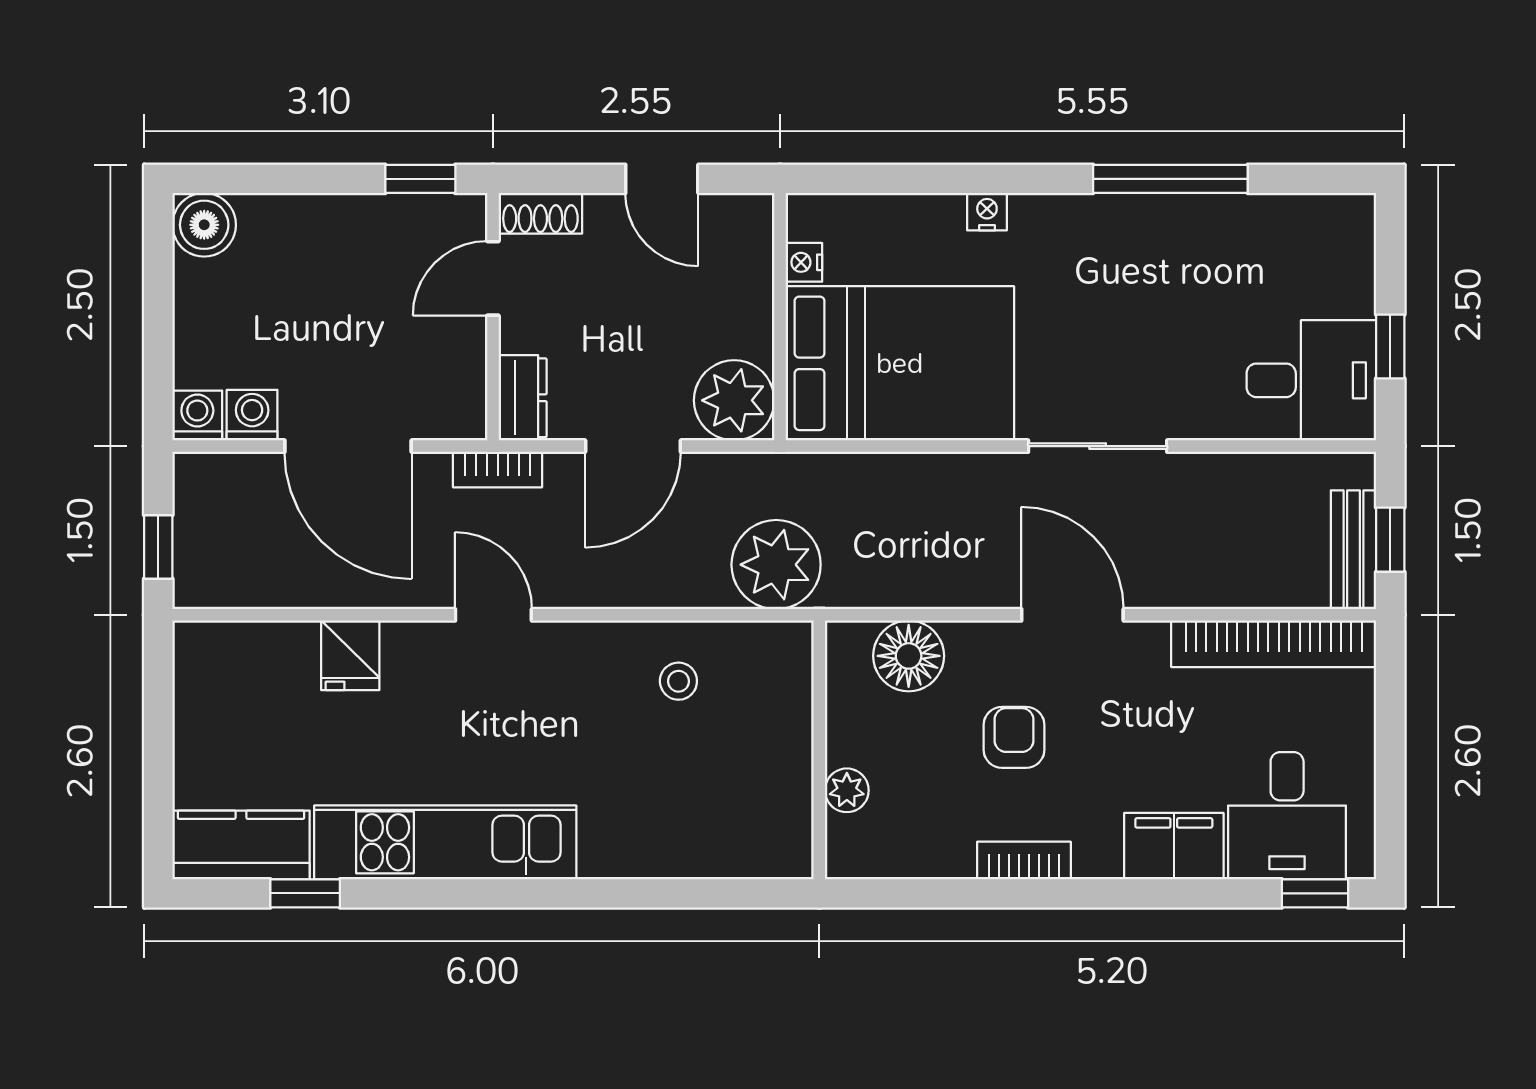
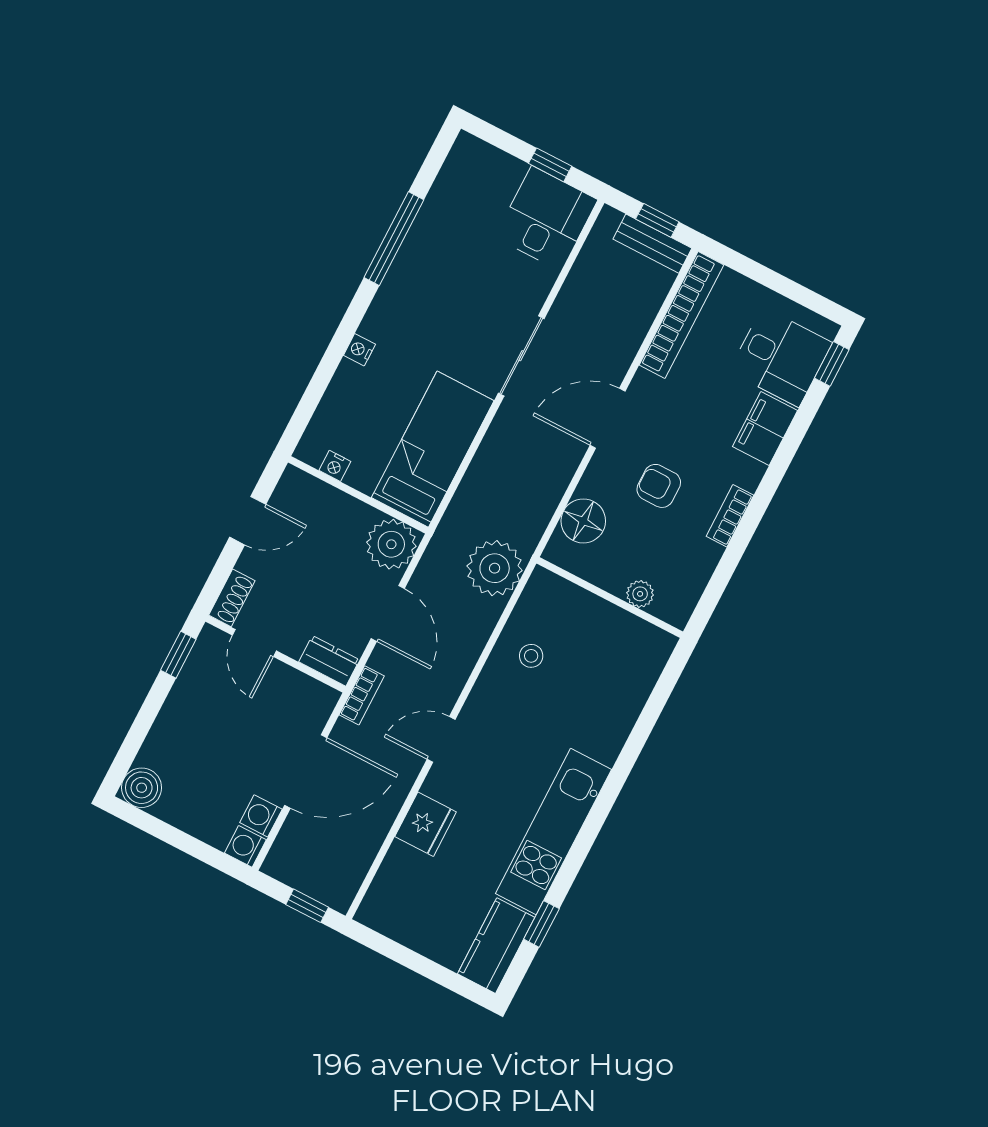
bed: (900, 363) -> (433, 449), width x0.67
fridge: (350, 655) -> (426, 824), width x1.38

